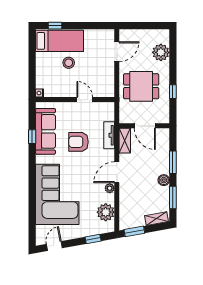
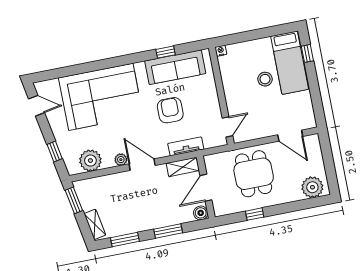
plant: (161, 52) -> (312, 187), moved
door: (85, 100) -> (227, 127), moved
boiler: (164, 180) -> (201, 213), moved

